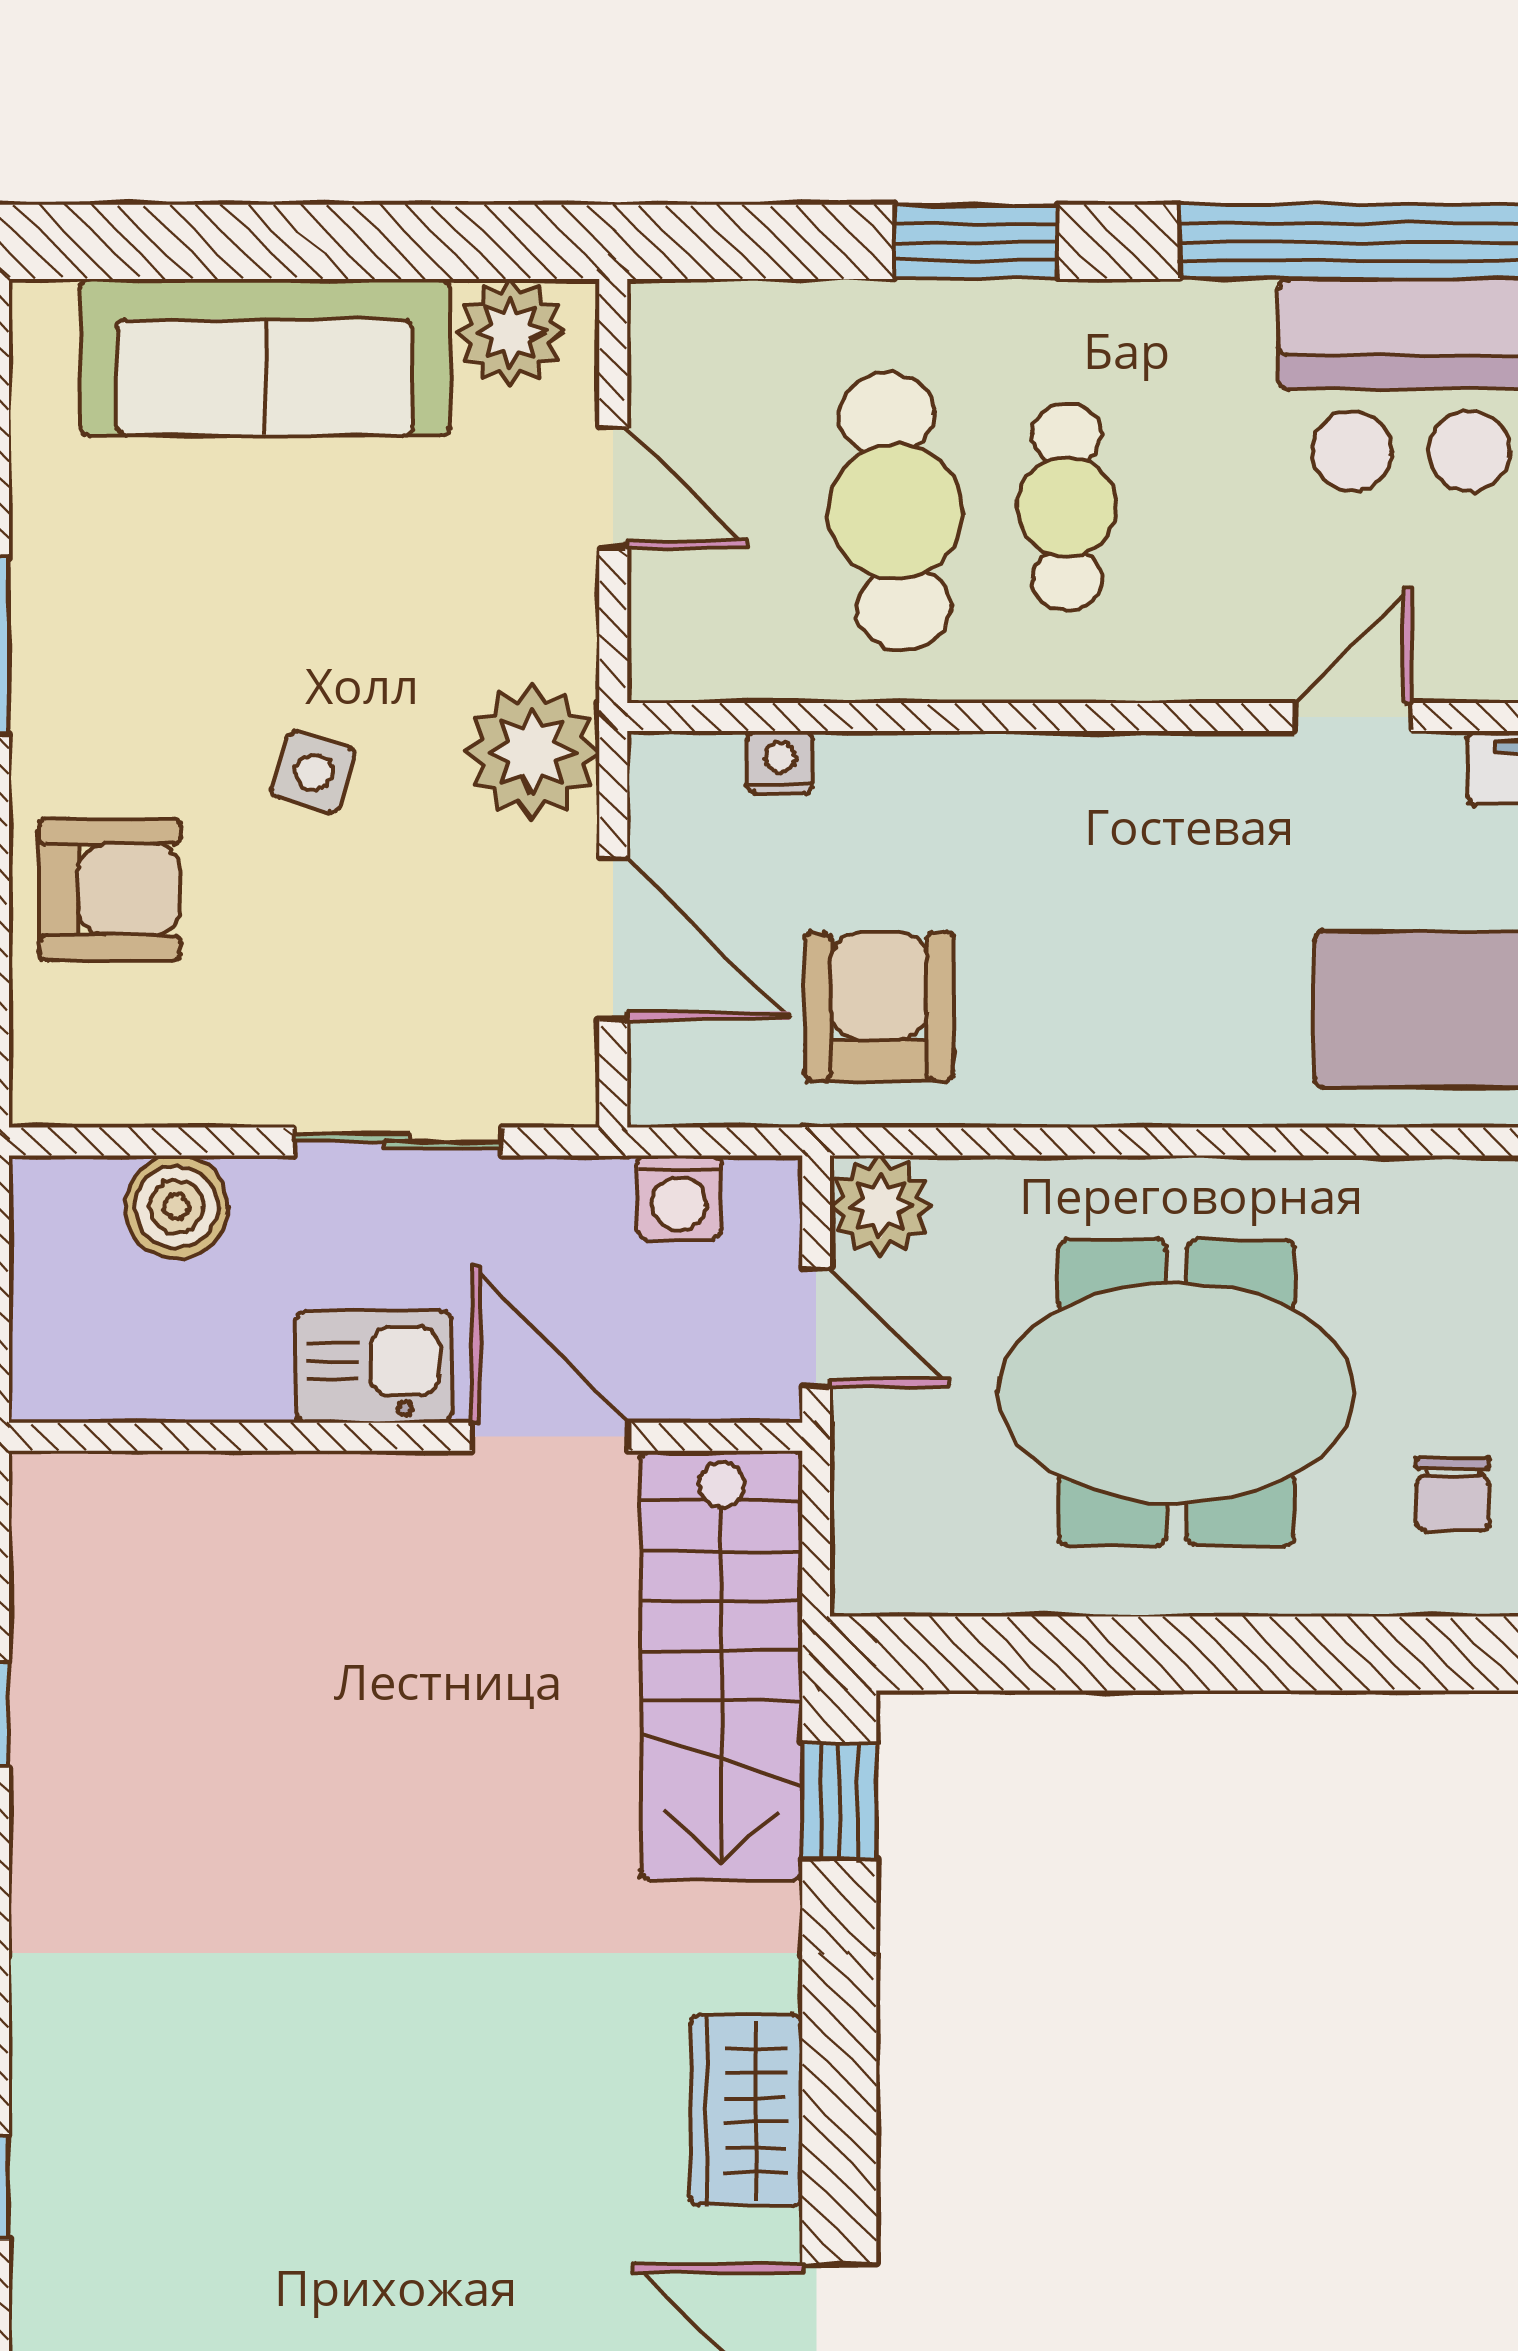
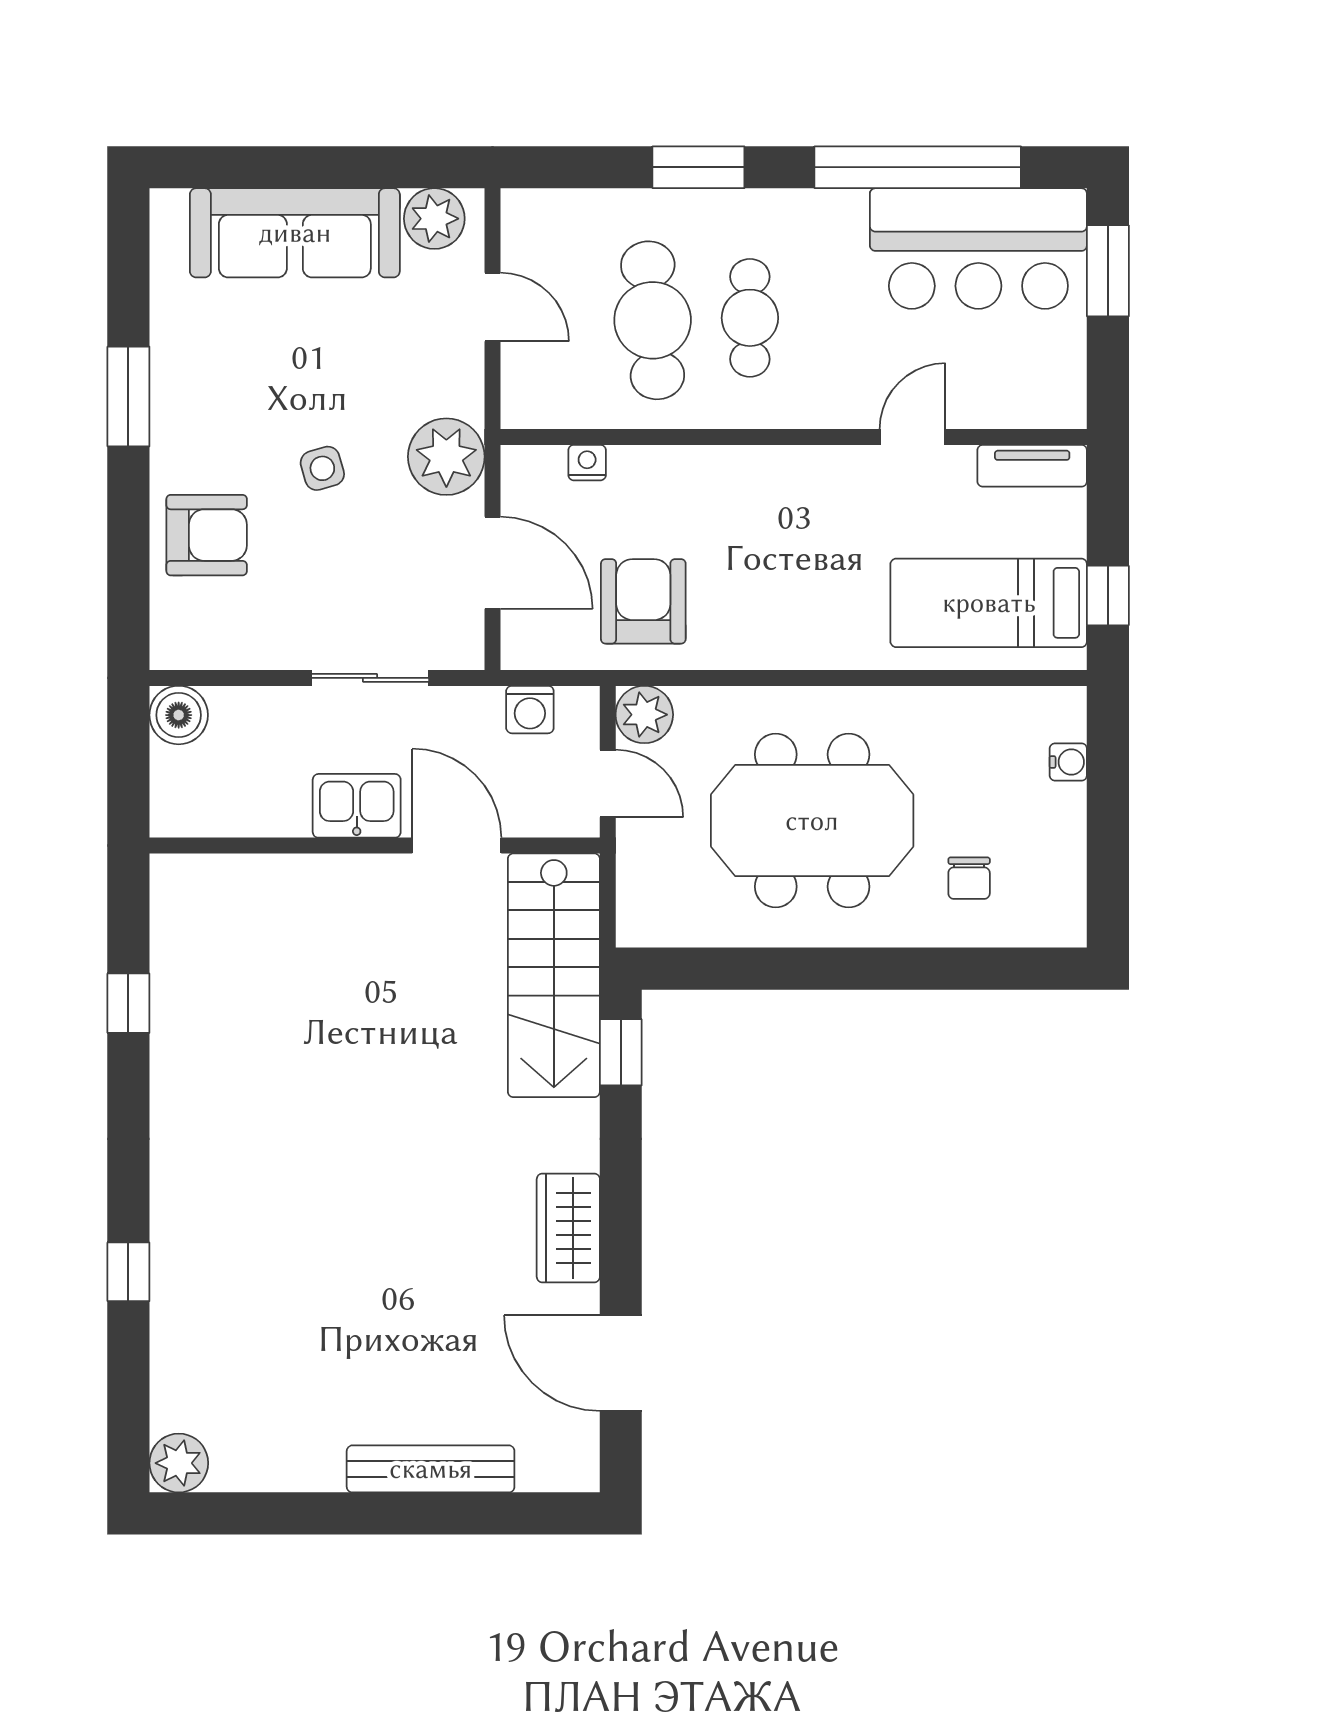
side table: (313, 772) -> (322, 468), turned -32
boiler: (177, 1207) -> (179, 715), moved

